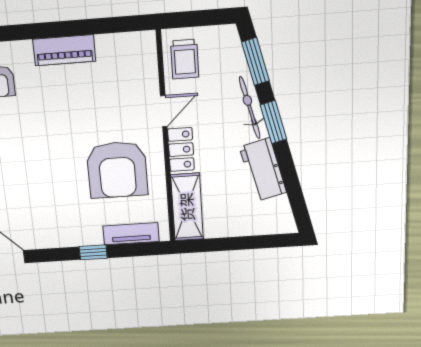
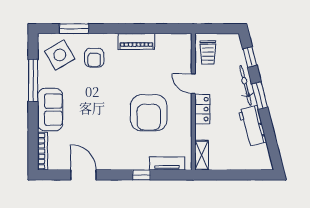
window: (255, 62) -> (250, 57), width x0.67
door: (164, 111) -> (193, 84), swing flipped
armchair: (117, 170) -> (149, 113), moved
shelving: (187, 207) -> (202, 155), width x0.67, depth x0.75

